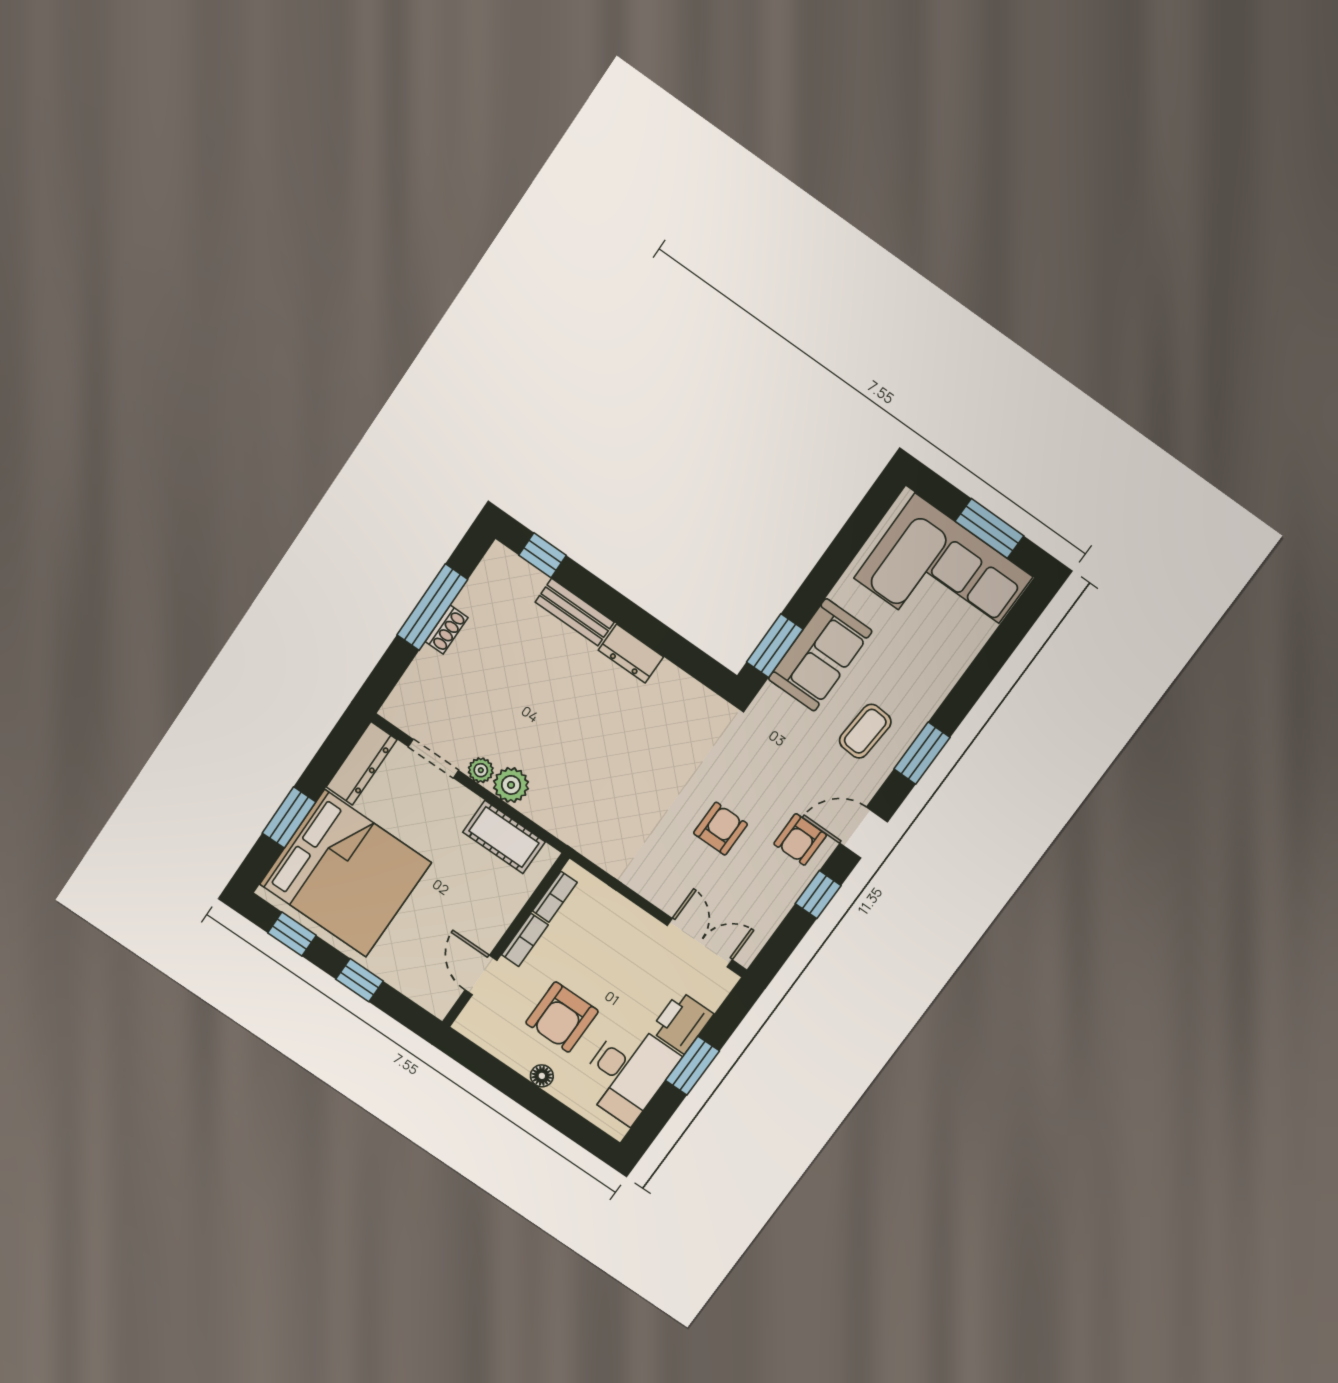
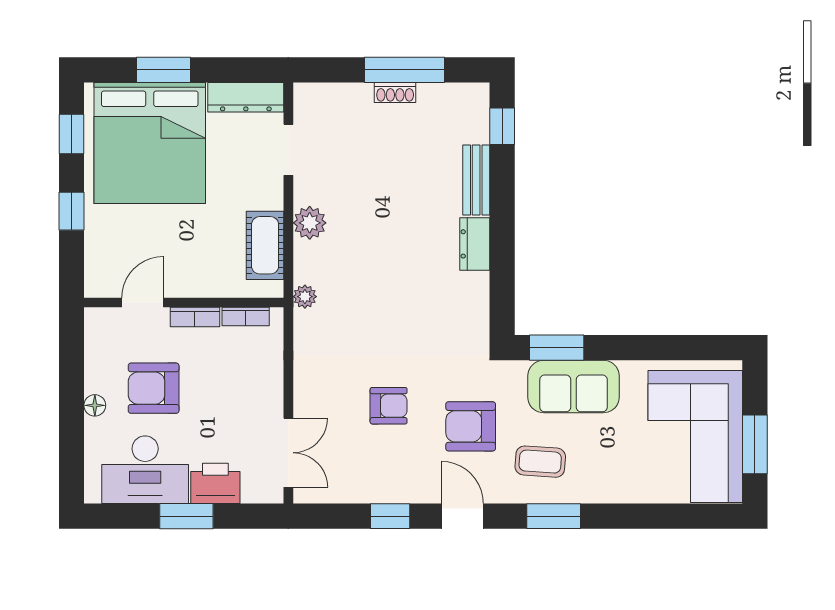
plant: (481, 770) -> (305, 297), moved
armchair: (800, 839) -> (471, 426), moved, width x1.38, depth x1.38

